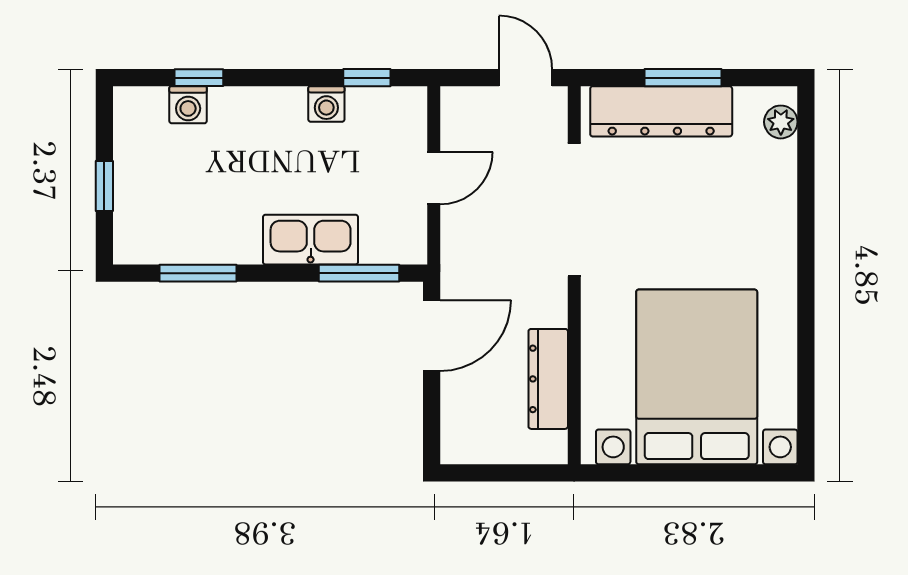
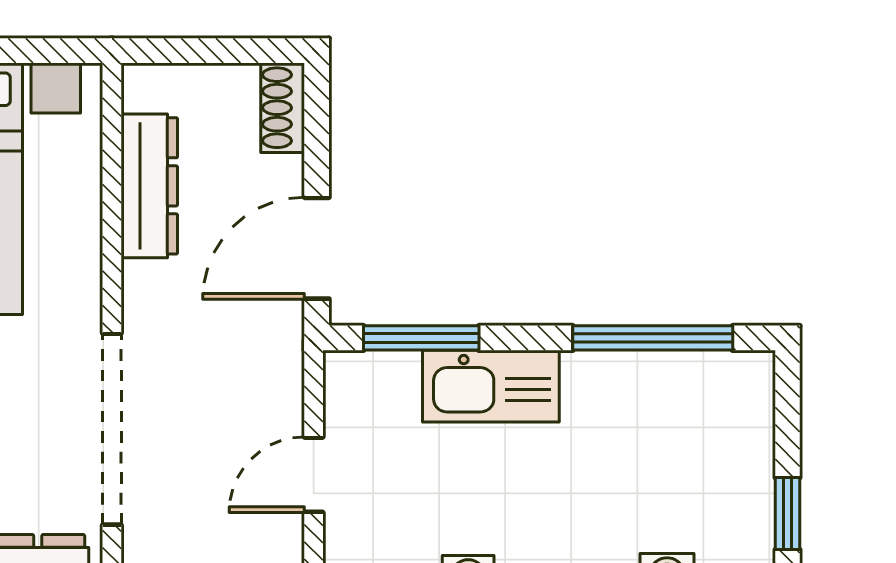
window: (104, 186) -> (787, 514), moved
window: (198, 273) -> (653, 338), width x1.44
shoe rack: (455, 433) -> (283, 108), added

